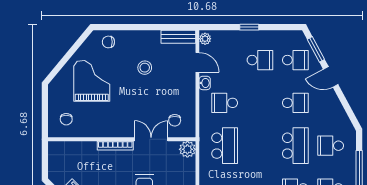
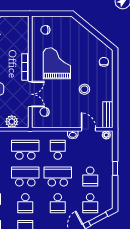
door: (197, 62) -> (88, 129), swing flipped
grand piano: (92, 81) -> (57, 63), moved, turned -90
school desk: (260, 103) -> (58, 176), added
school desk: (225, 146) -> (25, 150), turned 180
school desk: (260, 146) -> (25, 176), added
school desk: (295, 146) -> (25, 203), width x0.54
plant: (187, 149) -> (12, 122), moved

